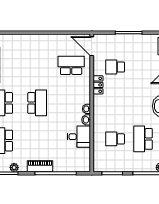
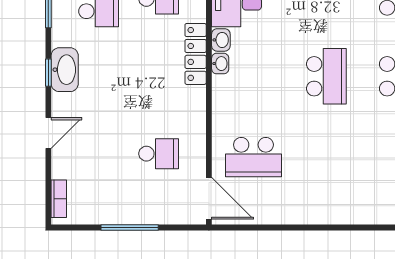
locker: (98, 85) -> (196, 54), moved, width x1.53
school desk: (37, 103) -> (326, 76), turned 180

